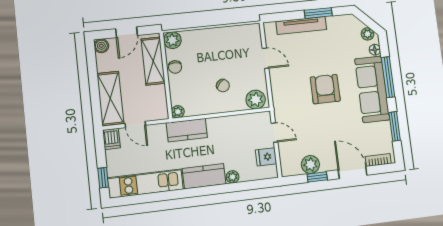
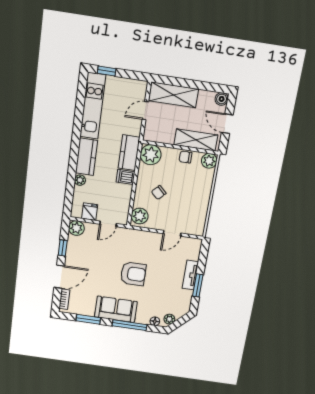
tv unit: (301, 25) -> (190, 275), width x0.71
sofa: (372, 89) -> (116, 309), width x0.73
plant: (178, 112) -> (151, 155), width x1.88, depth x1.88
dishwasher: (111, 139) -> (125, 177), moved
plant: (310, 164) -> (76, 228), moved

